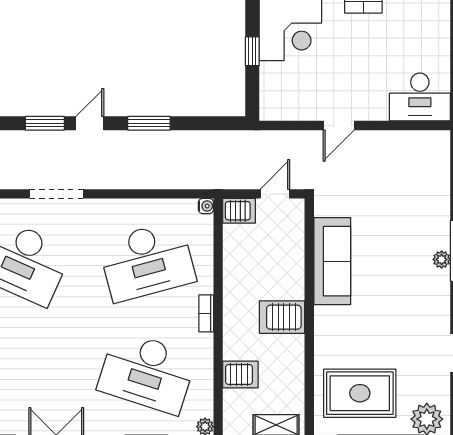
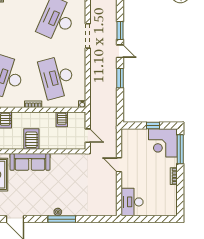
server rack: (239, 211) -> (62, 119), moved
sofa: (332, 261) -> (30, 162), moved

